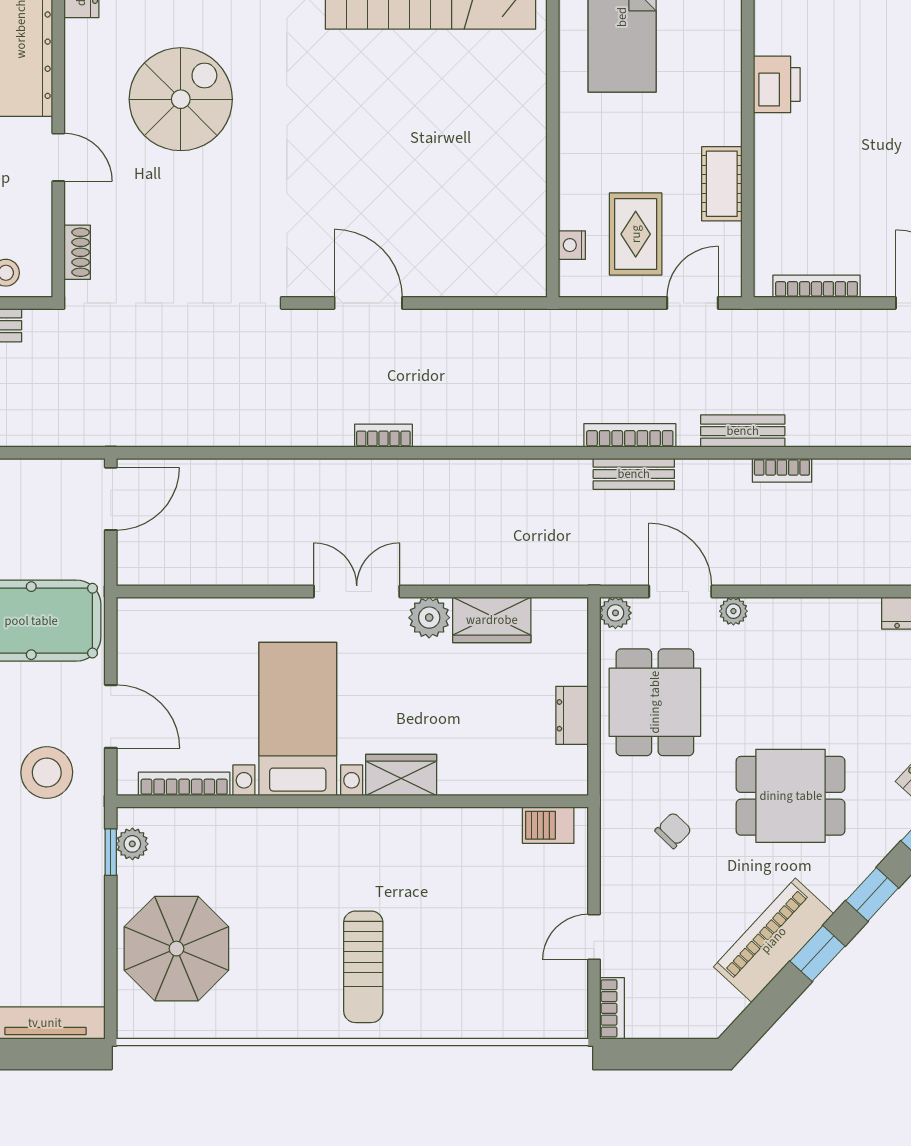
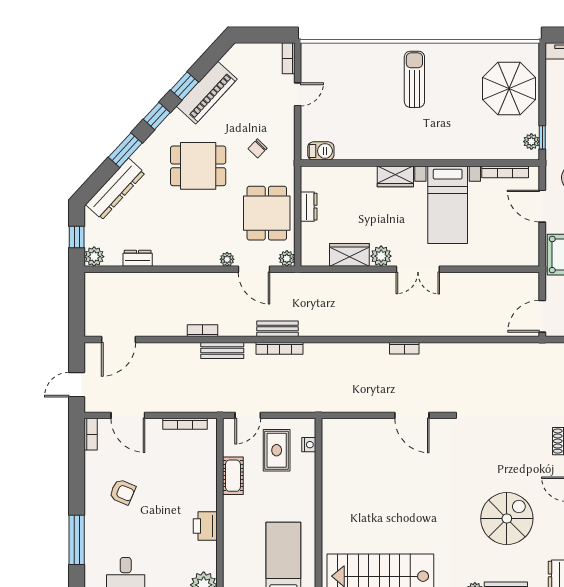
spiral stairs: (181, 99) -> (507, 519), turned 180

